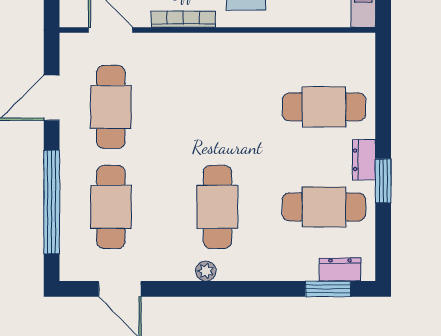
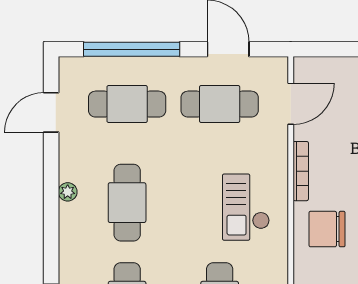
checkout: (222, 78) -> (246, 207), added
cafe table: (217, 207) -> (127, 203), turned 90

